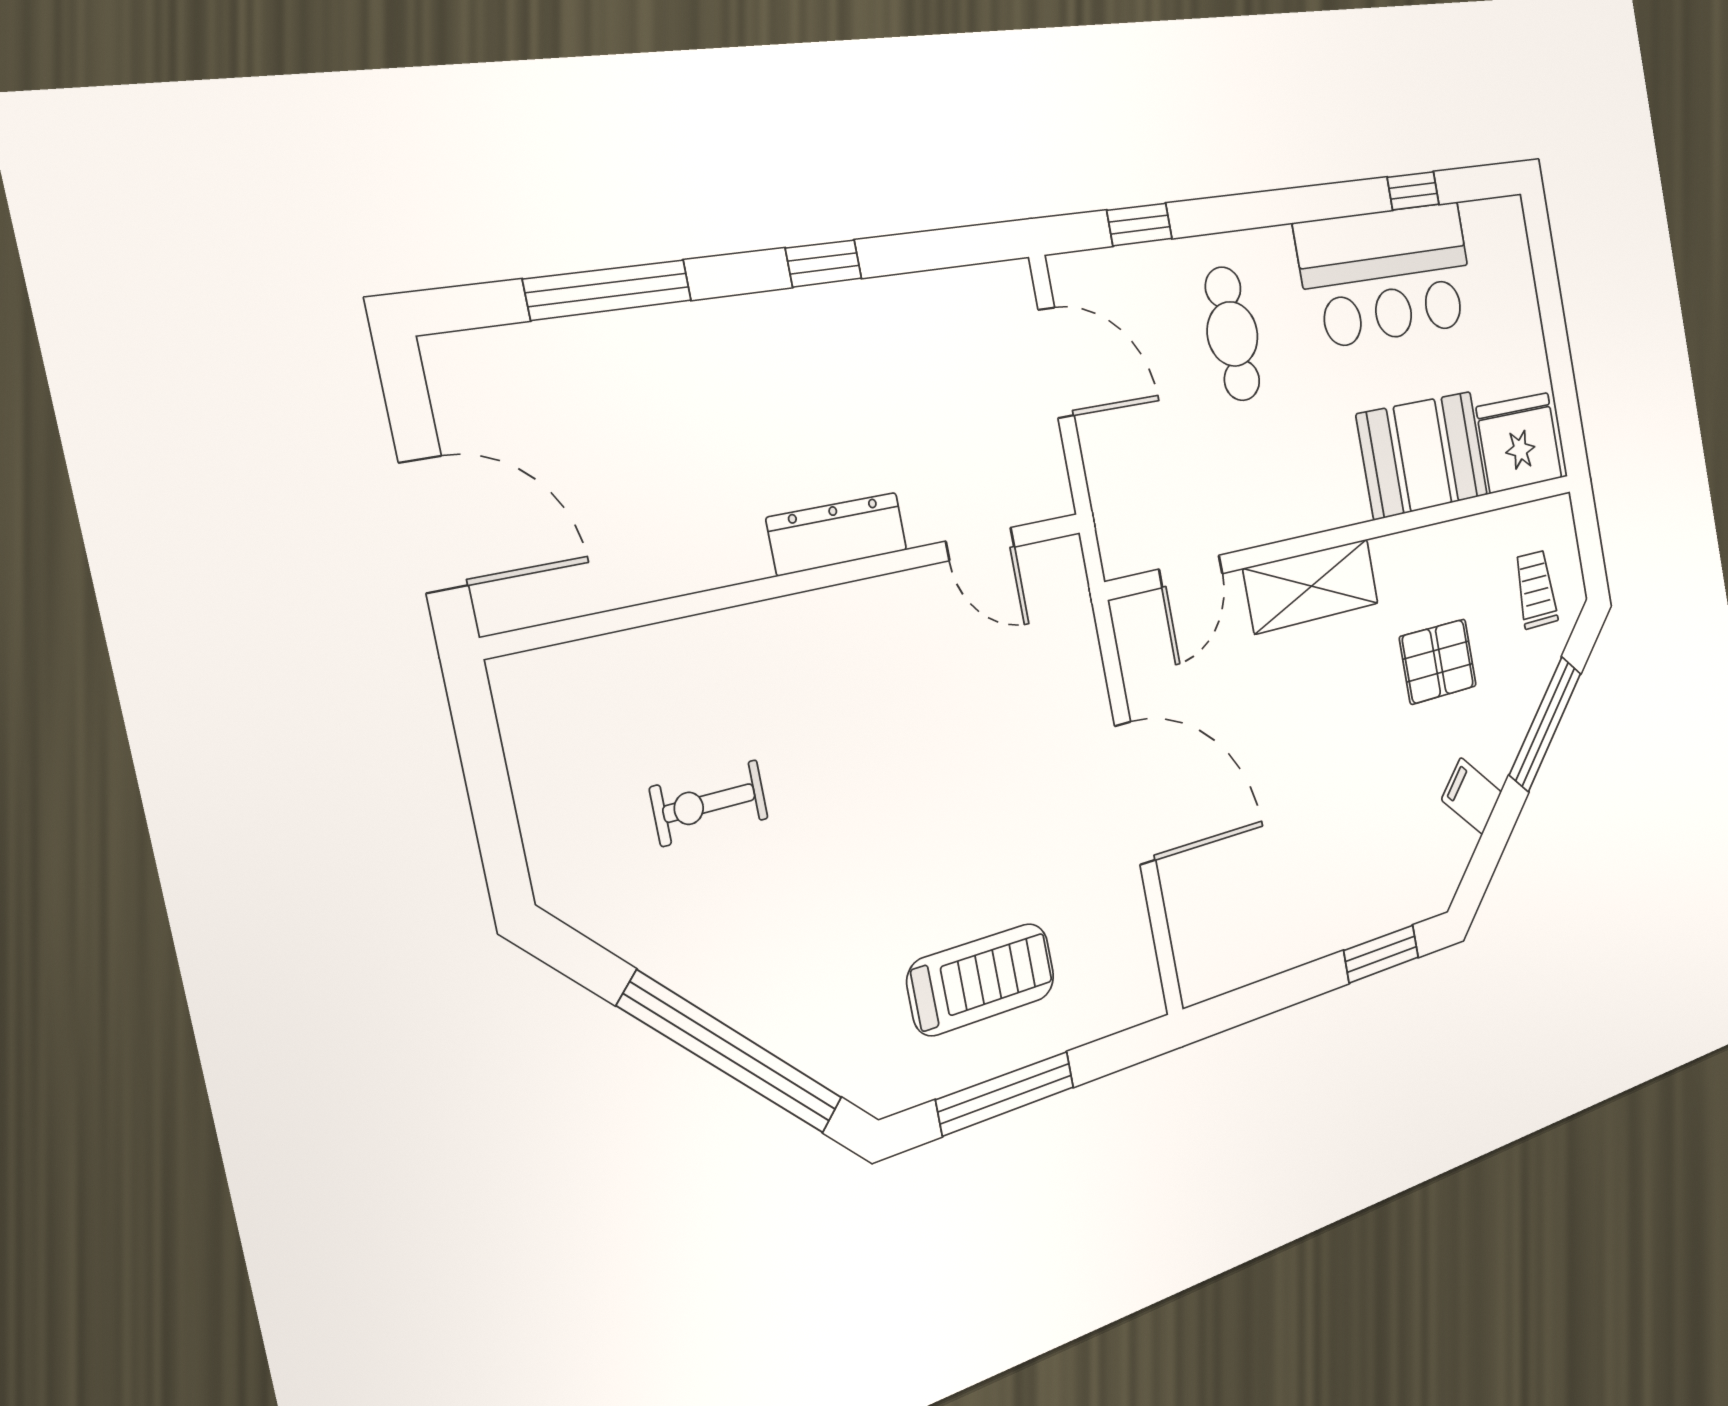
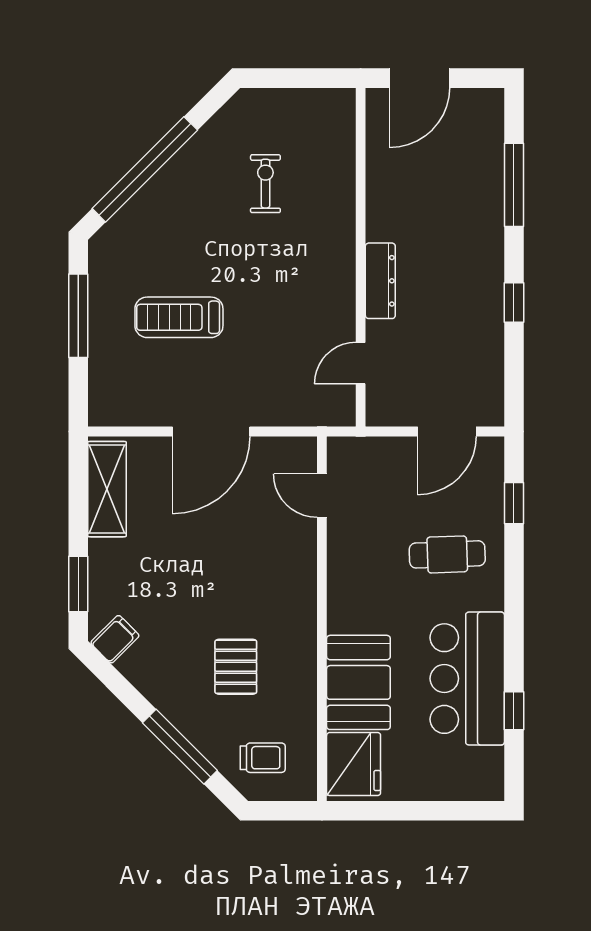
shelving: (1312, 586) -> (107, 489), moved
filing cabinet: (1472, 796) -> (115, 639), moved
treadmill: (981, 979) -> (179, 317), moved, turned 90

